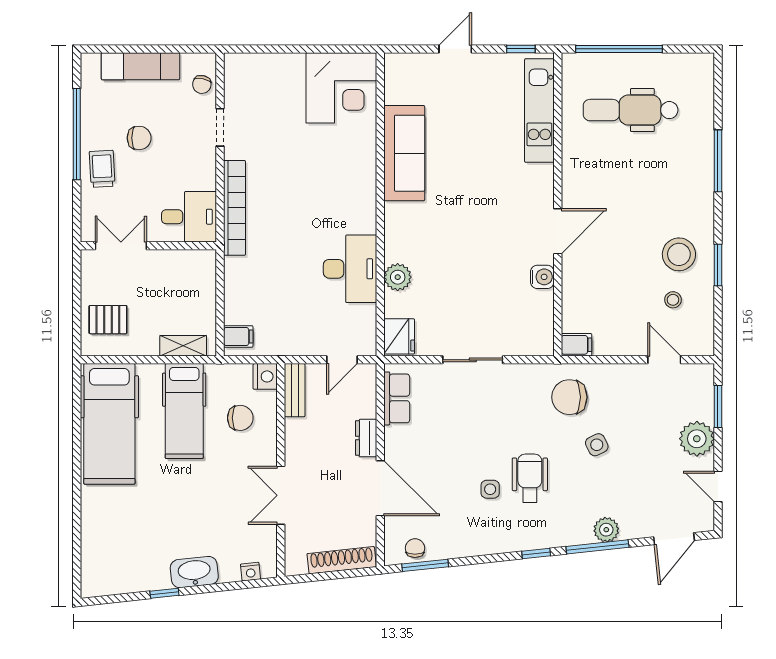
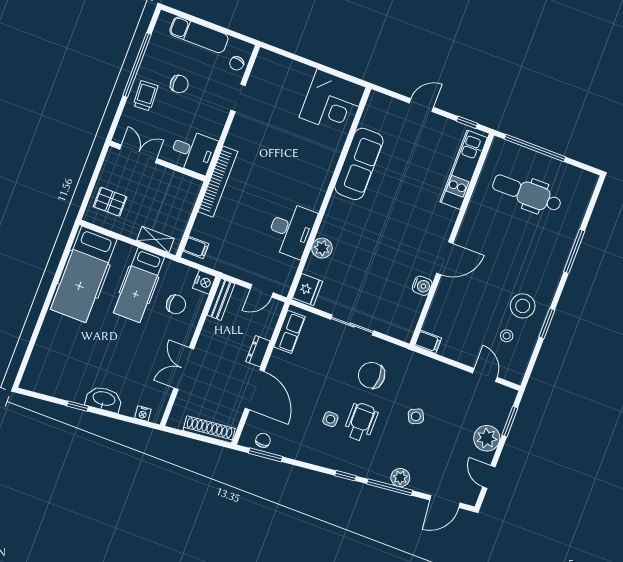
bookcase: (235, 208) -> (218, 182), moved
chair: (569, 397) -> (372, 375), moved

